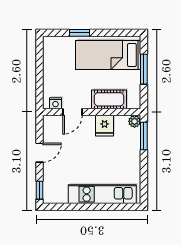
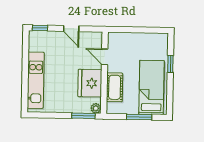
nightstand: (56, 103) -> (112, 43), removed
fridge: (105, 126) -> (90, 83), width x1.88, depth x1.34

